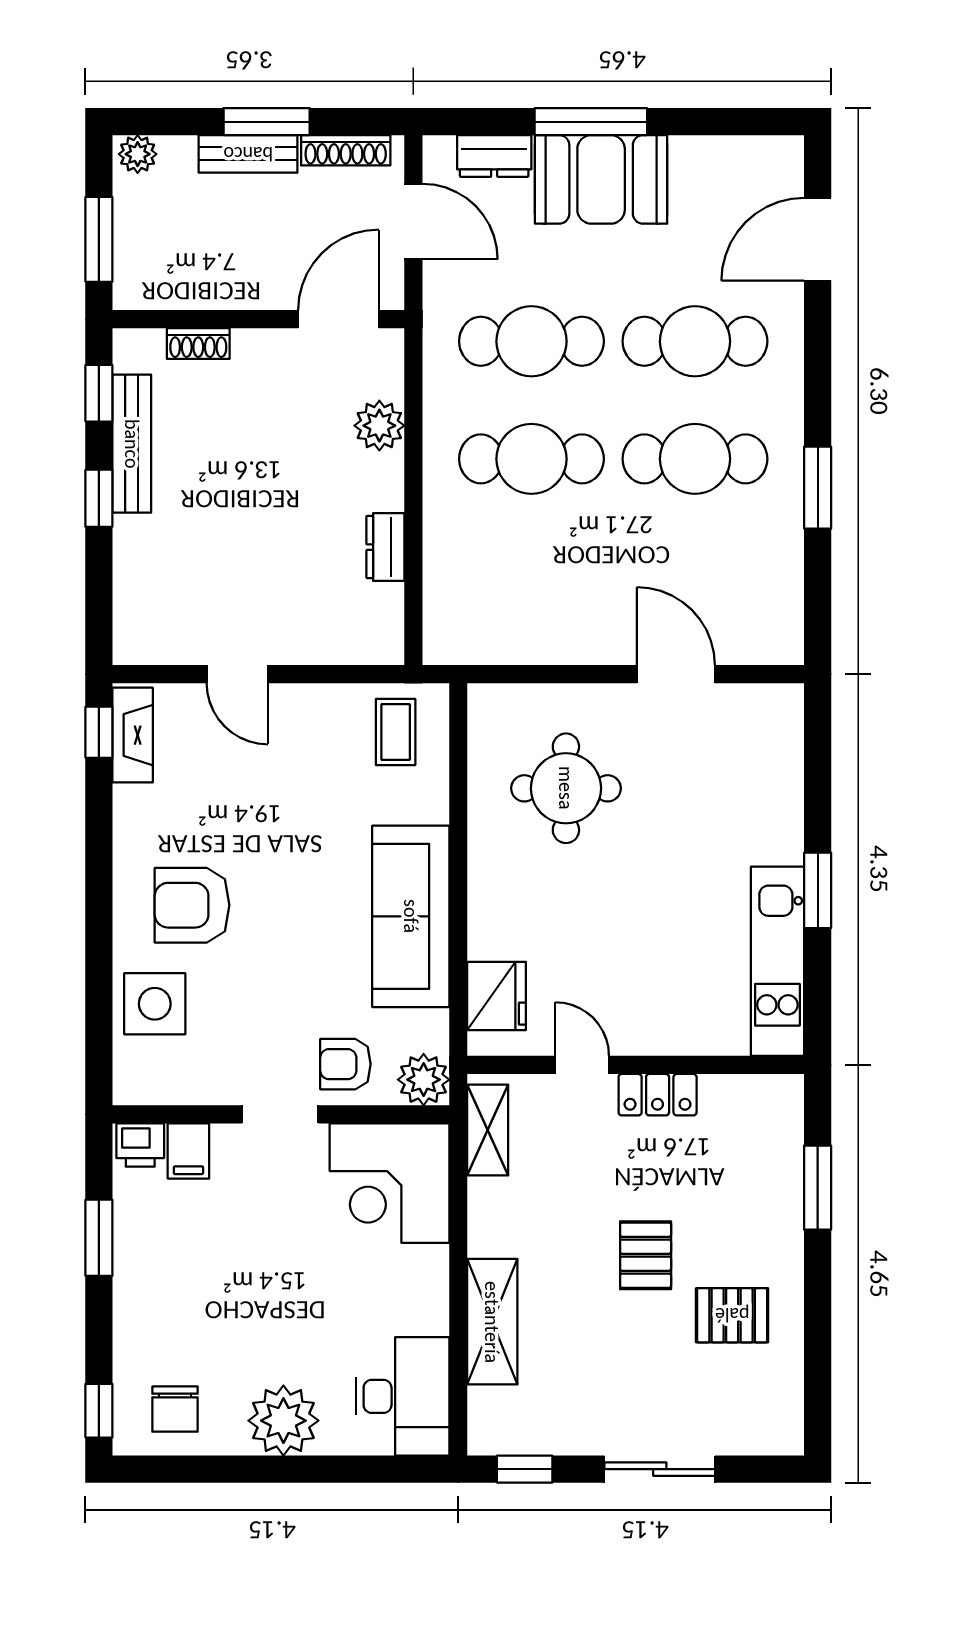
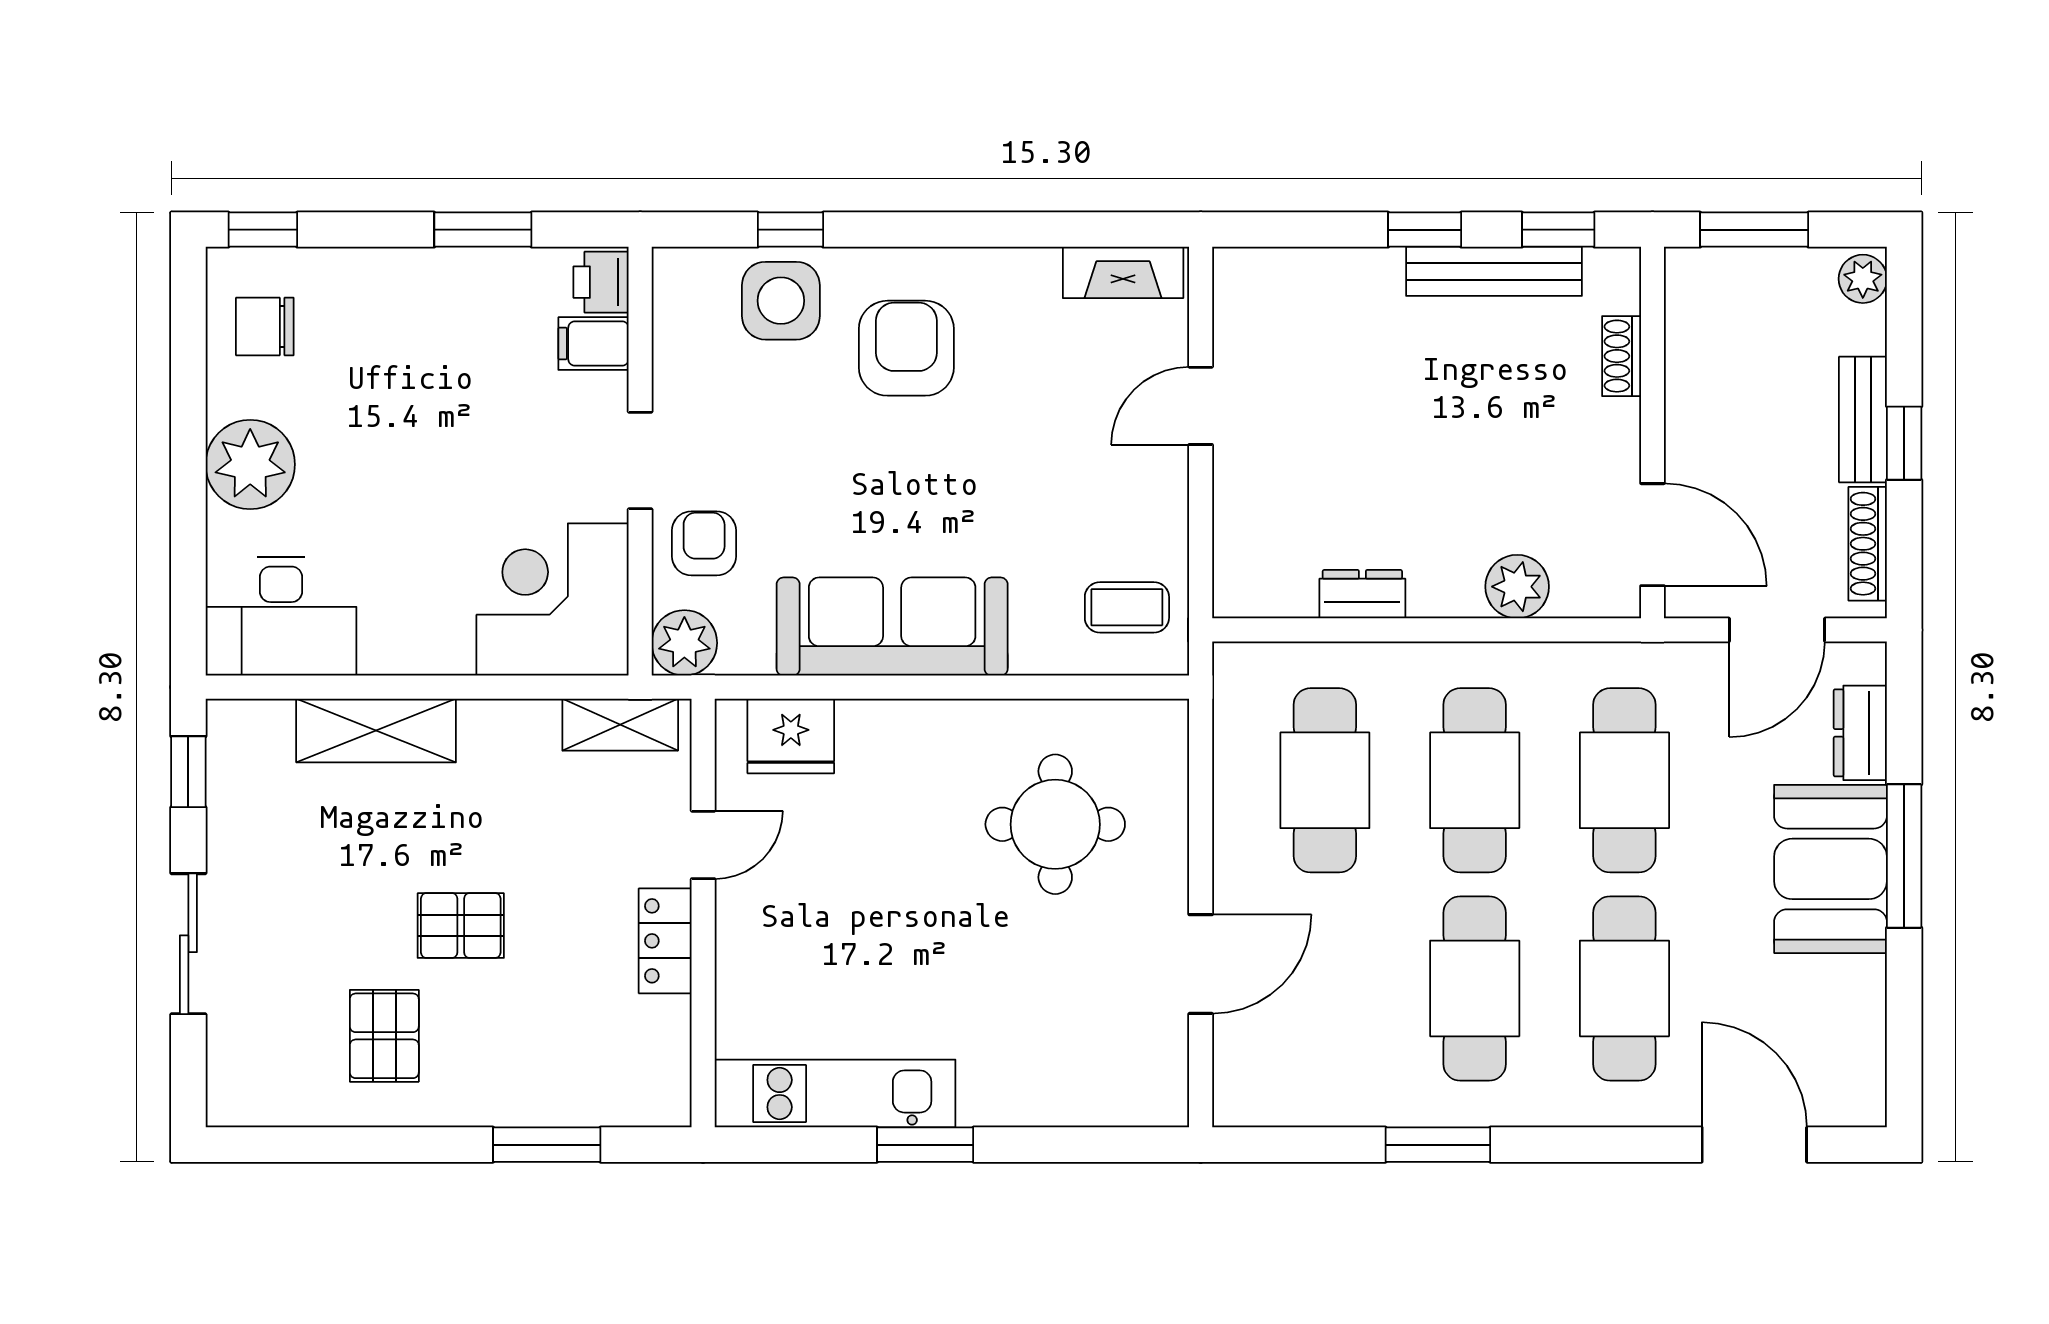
window: (267, 122) -> (1904, 443), width x0.67
cafe table: (531, 577) -> (1325, 780), added
window: (99, 732) -> (790, 230), moved

